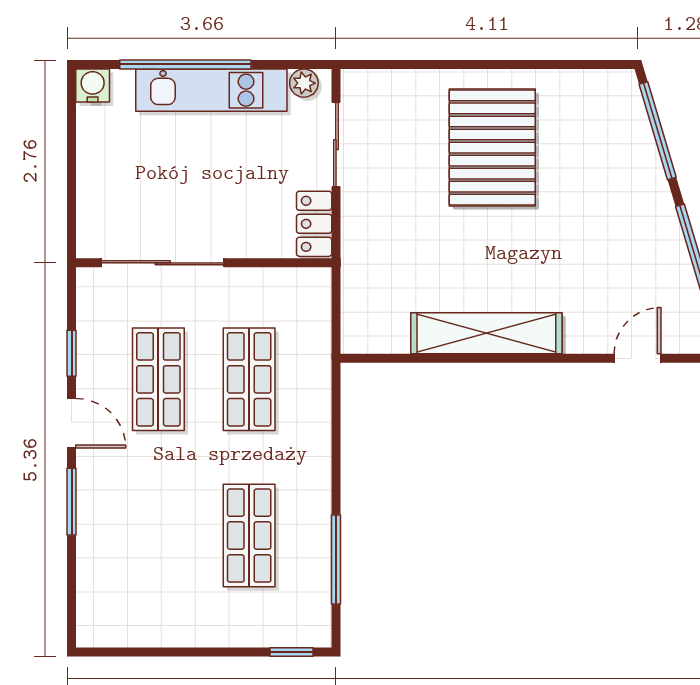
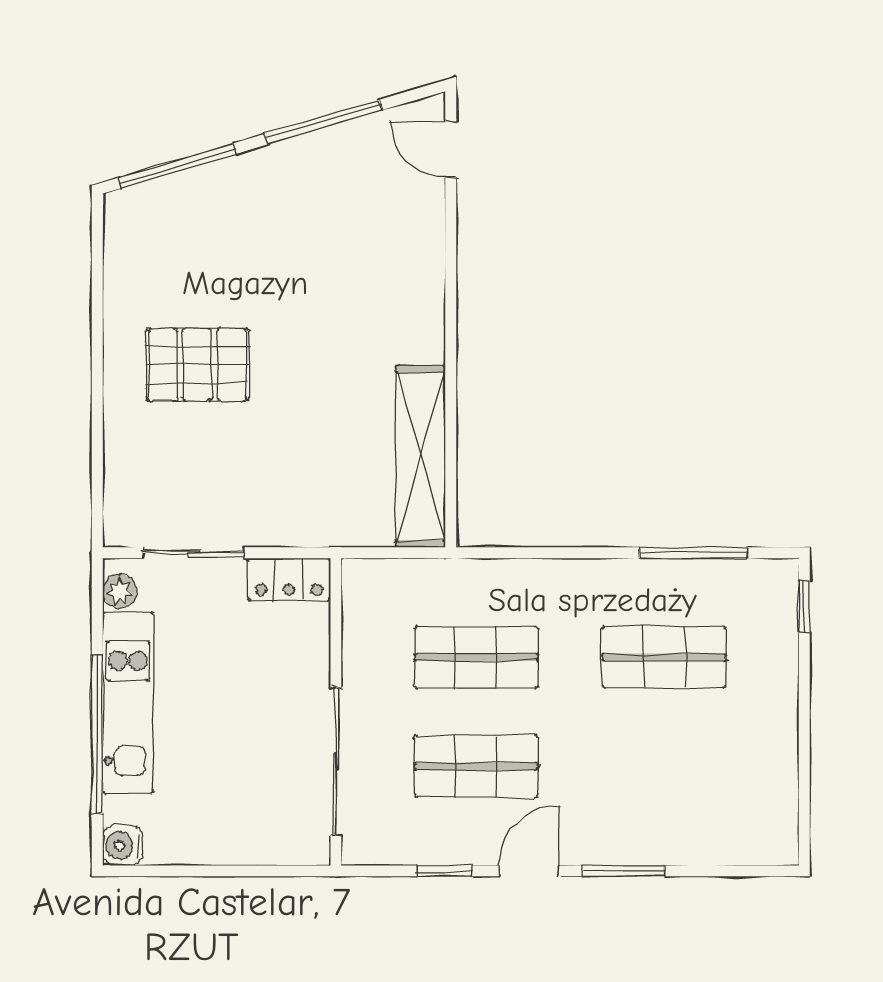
pallet: (492, 148) -> (197, 365), width x0.73, depth x0.71
shelving: (486, 333) -> (421, 456), moved
door: (638, 358) -> (451, 149), moved

